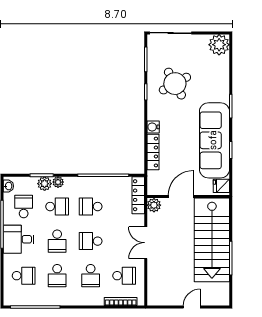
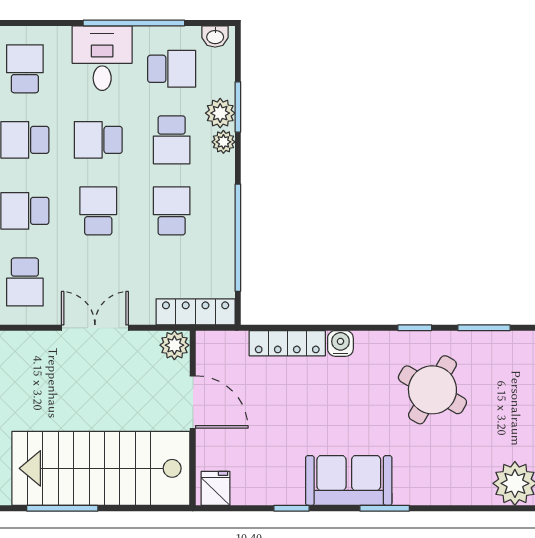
round table: (175, 84) -> (432, 390), turned -31
sofa: (214, 140) -> (349, 480), width x0.54, depth x0.79
school desk: (24, 276) -> (25, 69), turned 180

